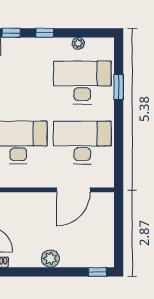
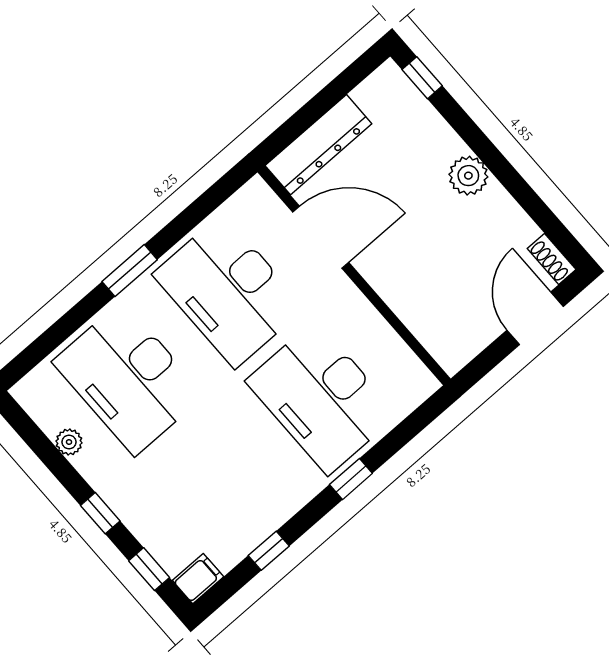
window: (119, 87) -> (130, 271), moved
dresser: (105, 217) -> (318, 145), added

